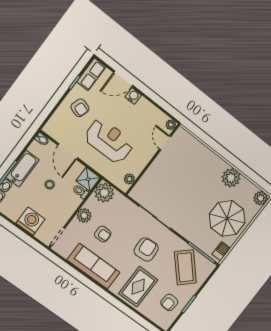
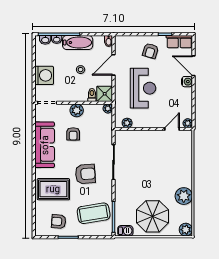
plant: (104, 193) -> (108, 108), width x0.53, depth x0.53
coffee table: (185, 267) -> (94, 213), turned 34

